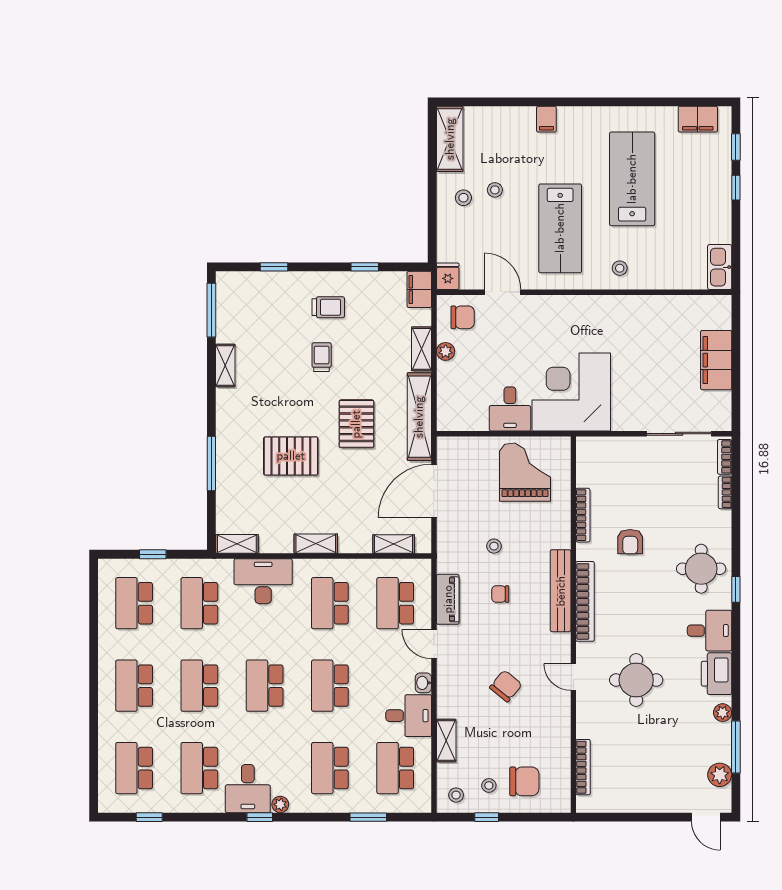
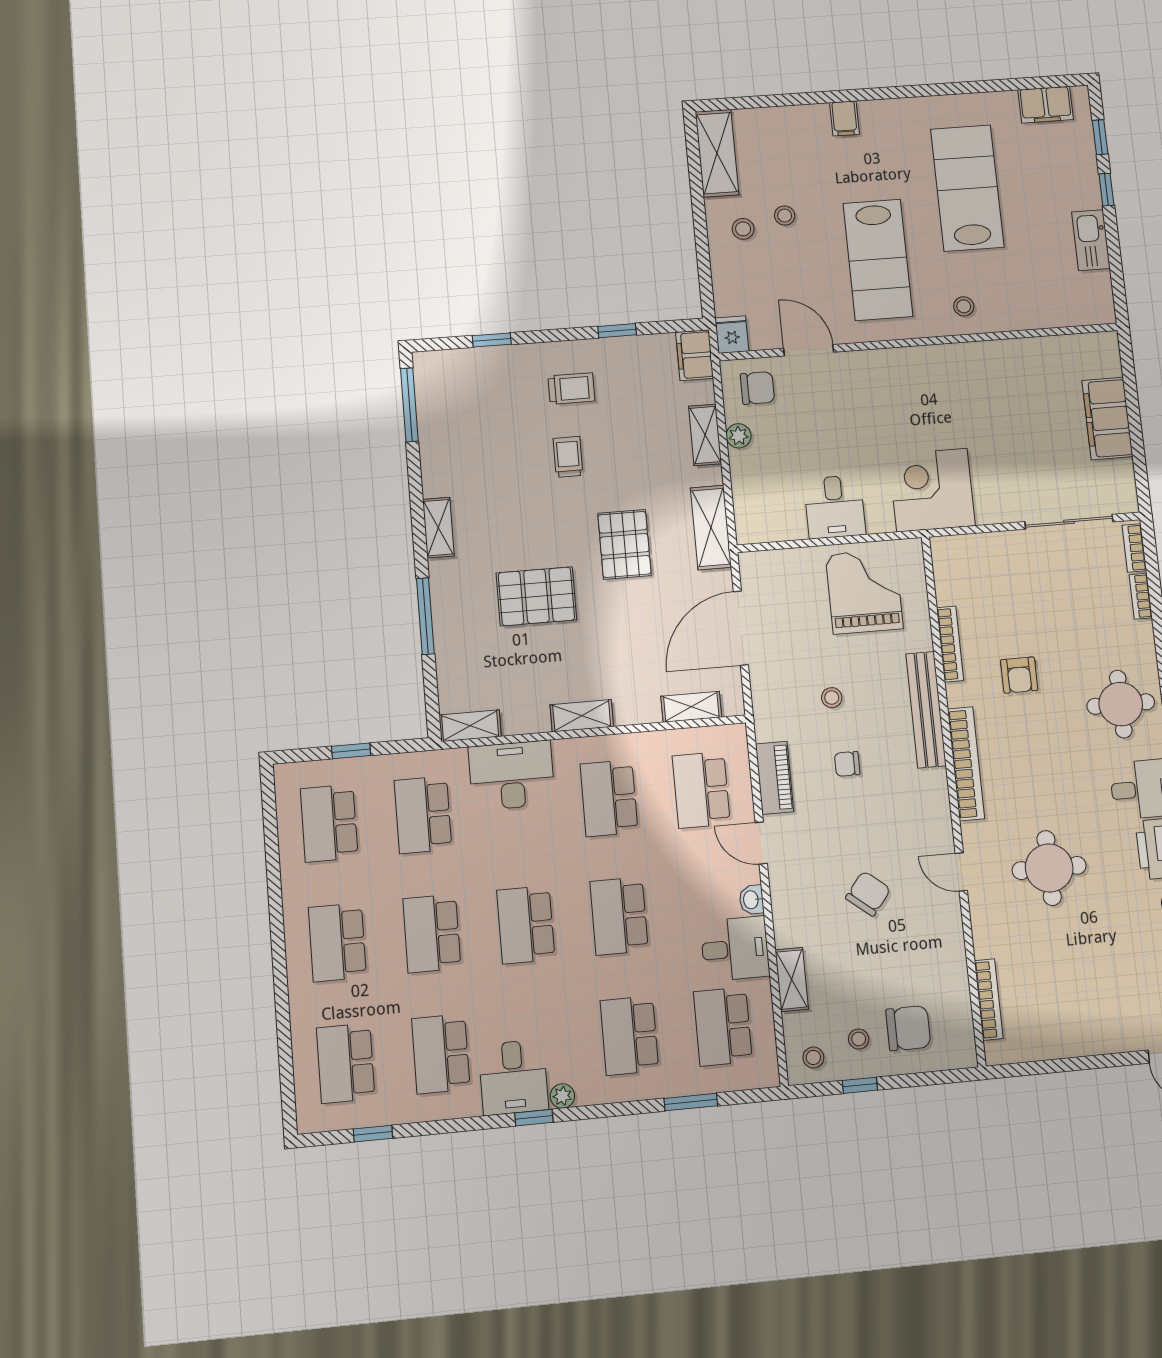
kitchen sink: (720, 267) -> (1091, 240), moved
shelving: (225, 365) -> (438, 528), moved
corner desk: (571, 392) -> (932, 490), width x0.74, depth x0.74
shelving: (419, 417) -> (711, 527), width x0.68
bench: (561, 591) -> (926, 710), moved

